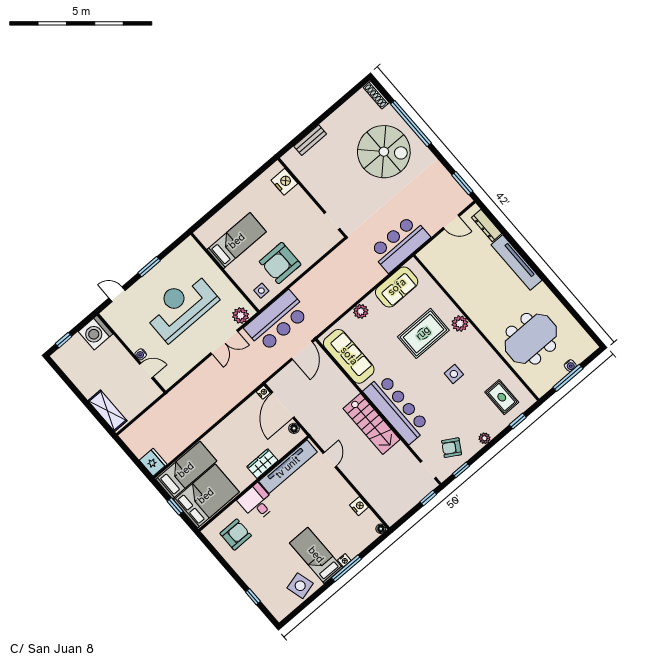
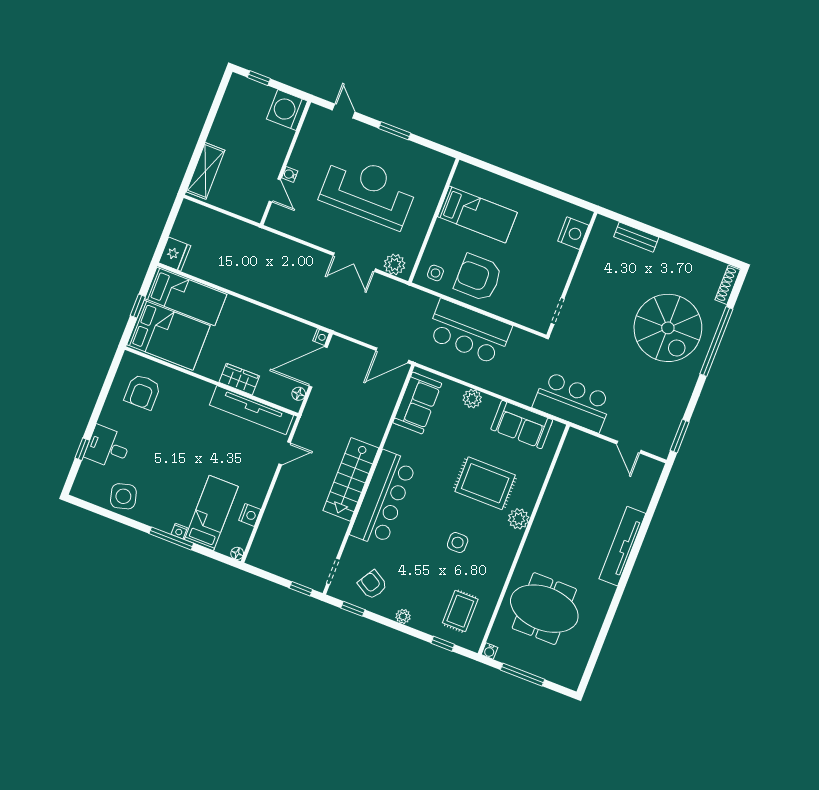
dresser: (487, 226) -> (646, 490), removed
bar counter: (277, 321) -> (469, 332), moved
sofa: (349, 356) -> (417, 403), width x0.73
water cooler: (570, 366) -> (490, 651), moved
desk: (257, 502) -> (108, 447), moved, turned -90
armchair: (236, 534) -> (143, 392), turned 90
bed: (316, 555) -> (211, 513), moved

